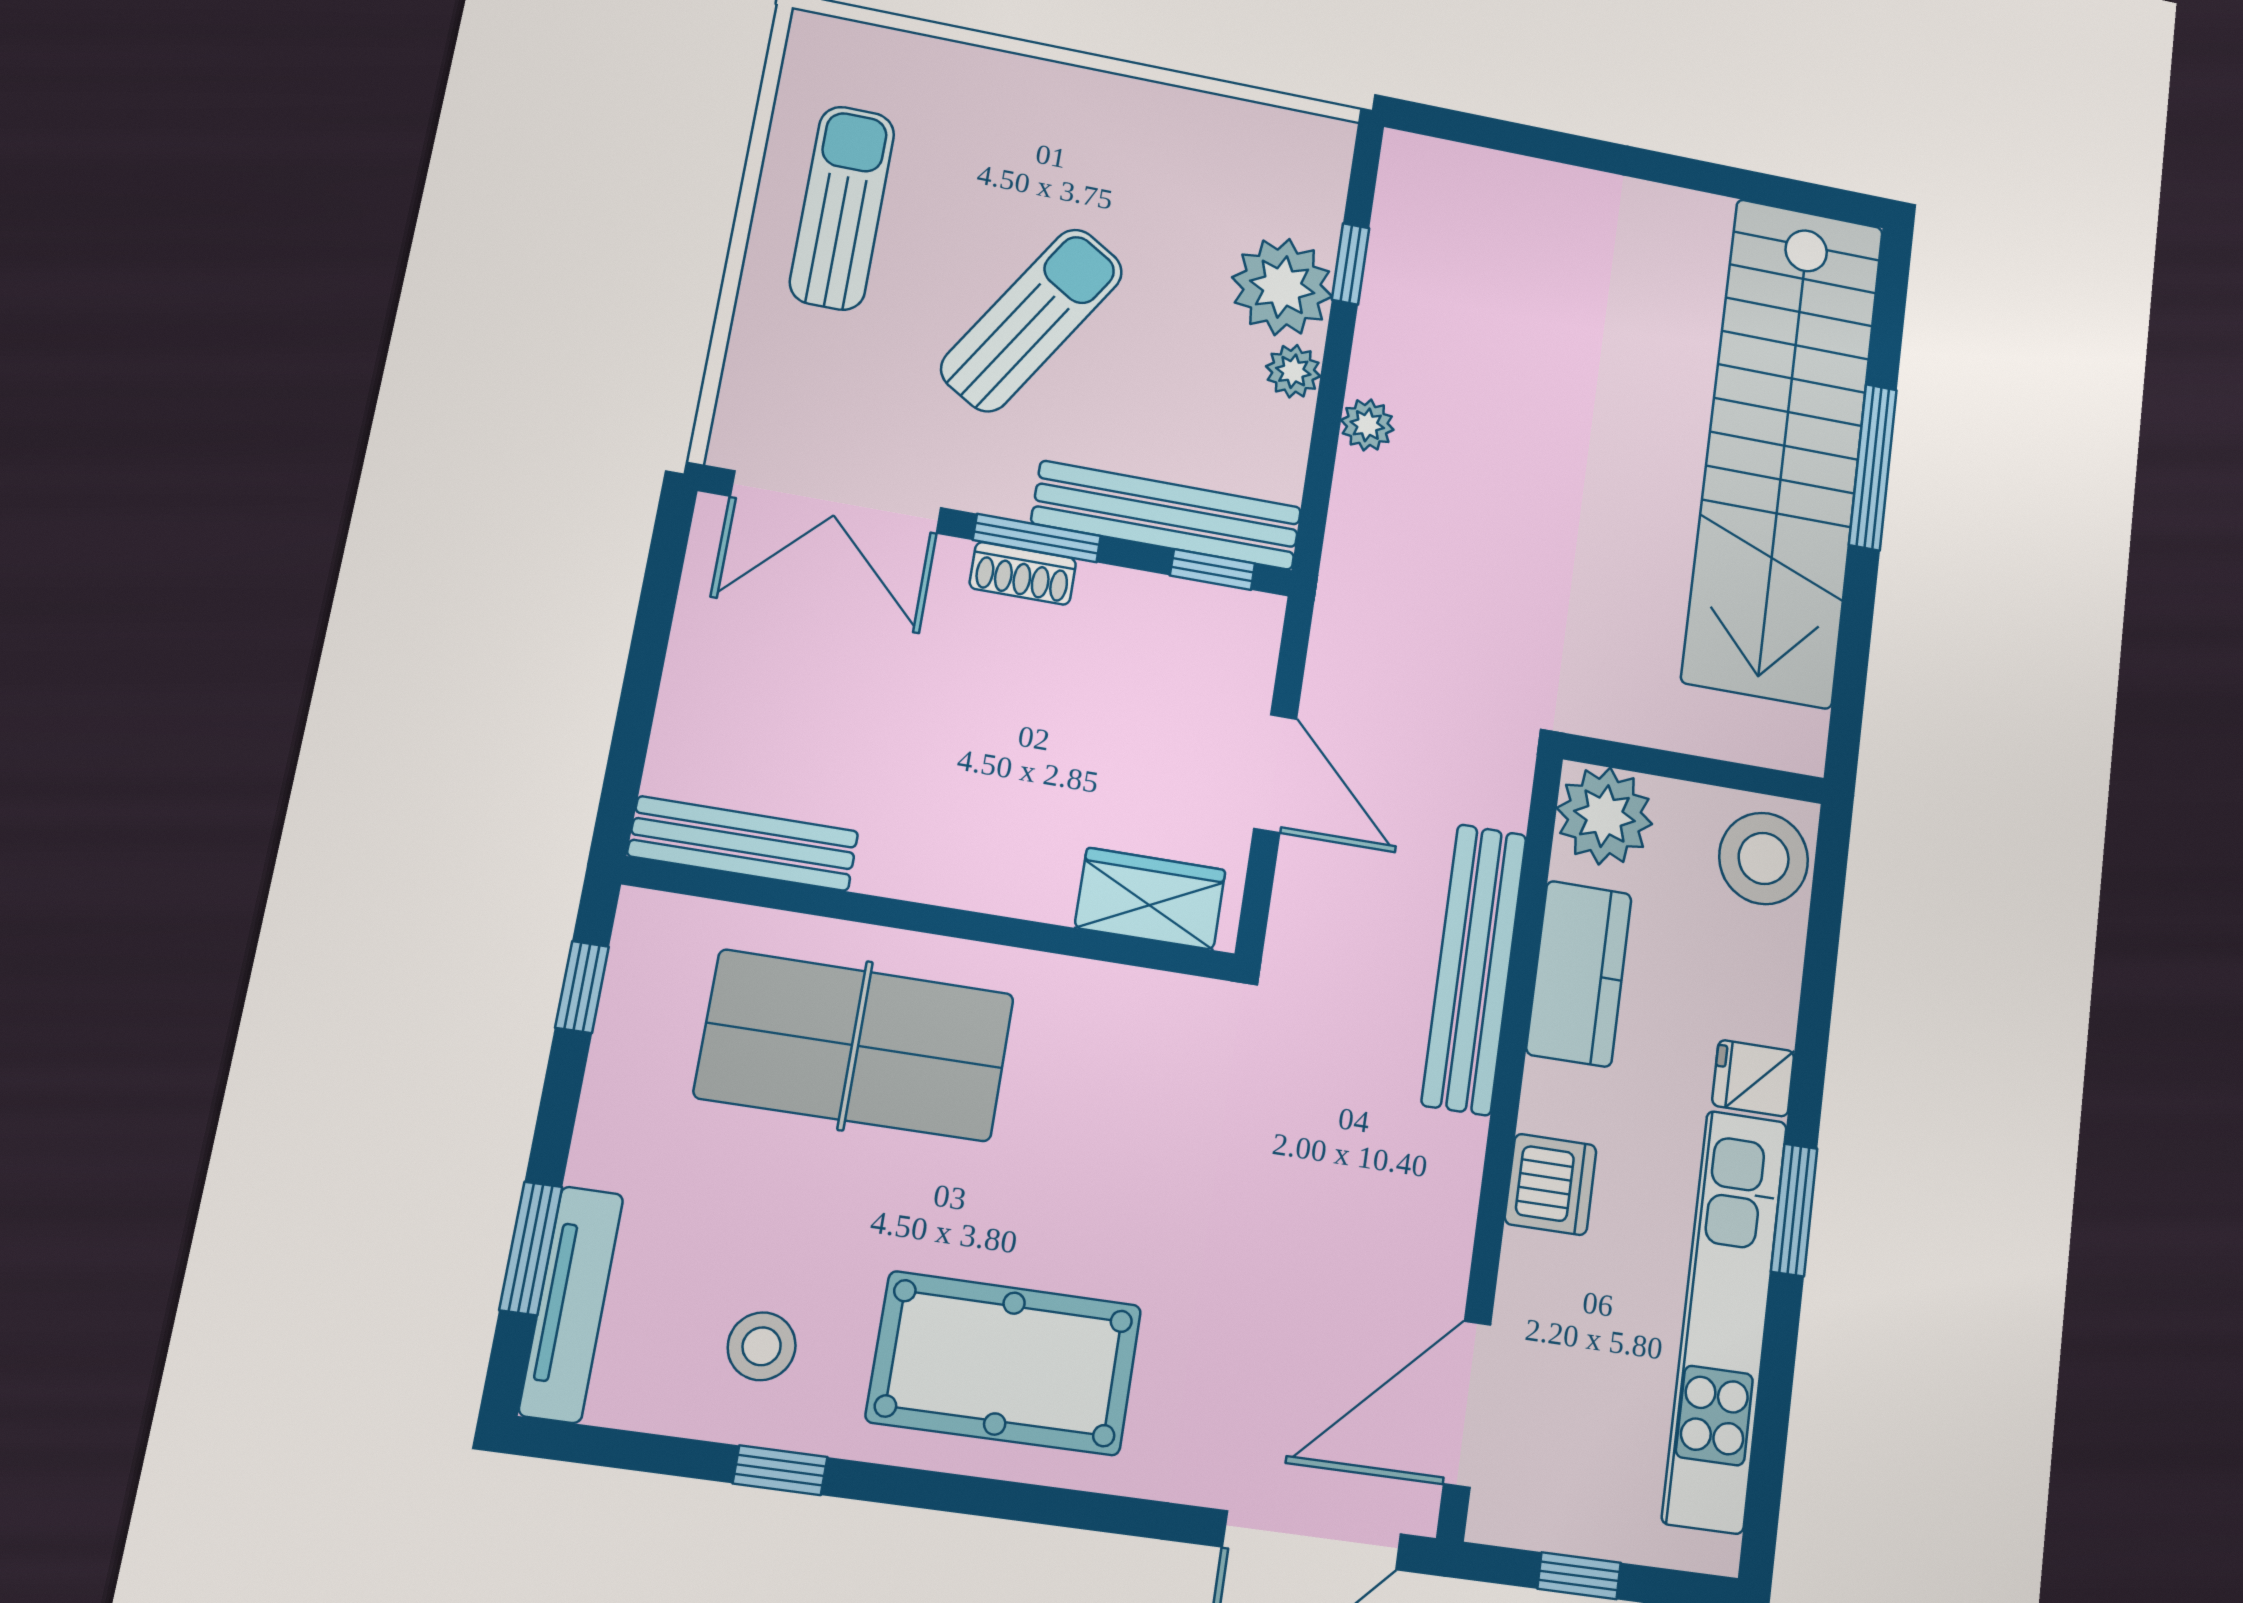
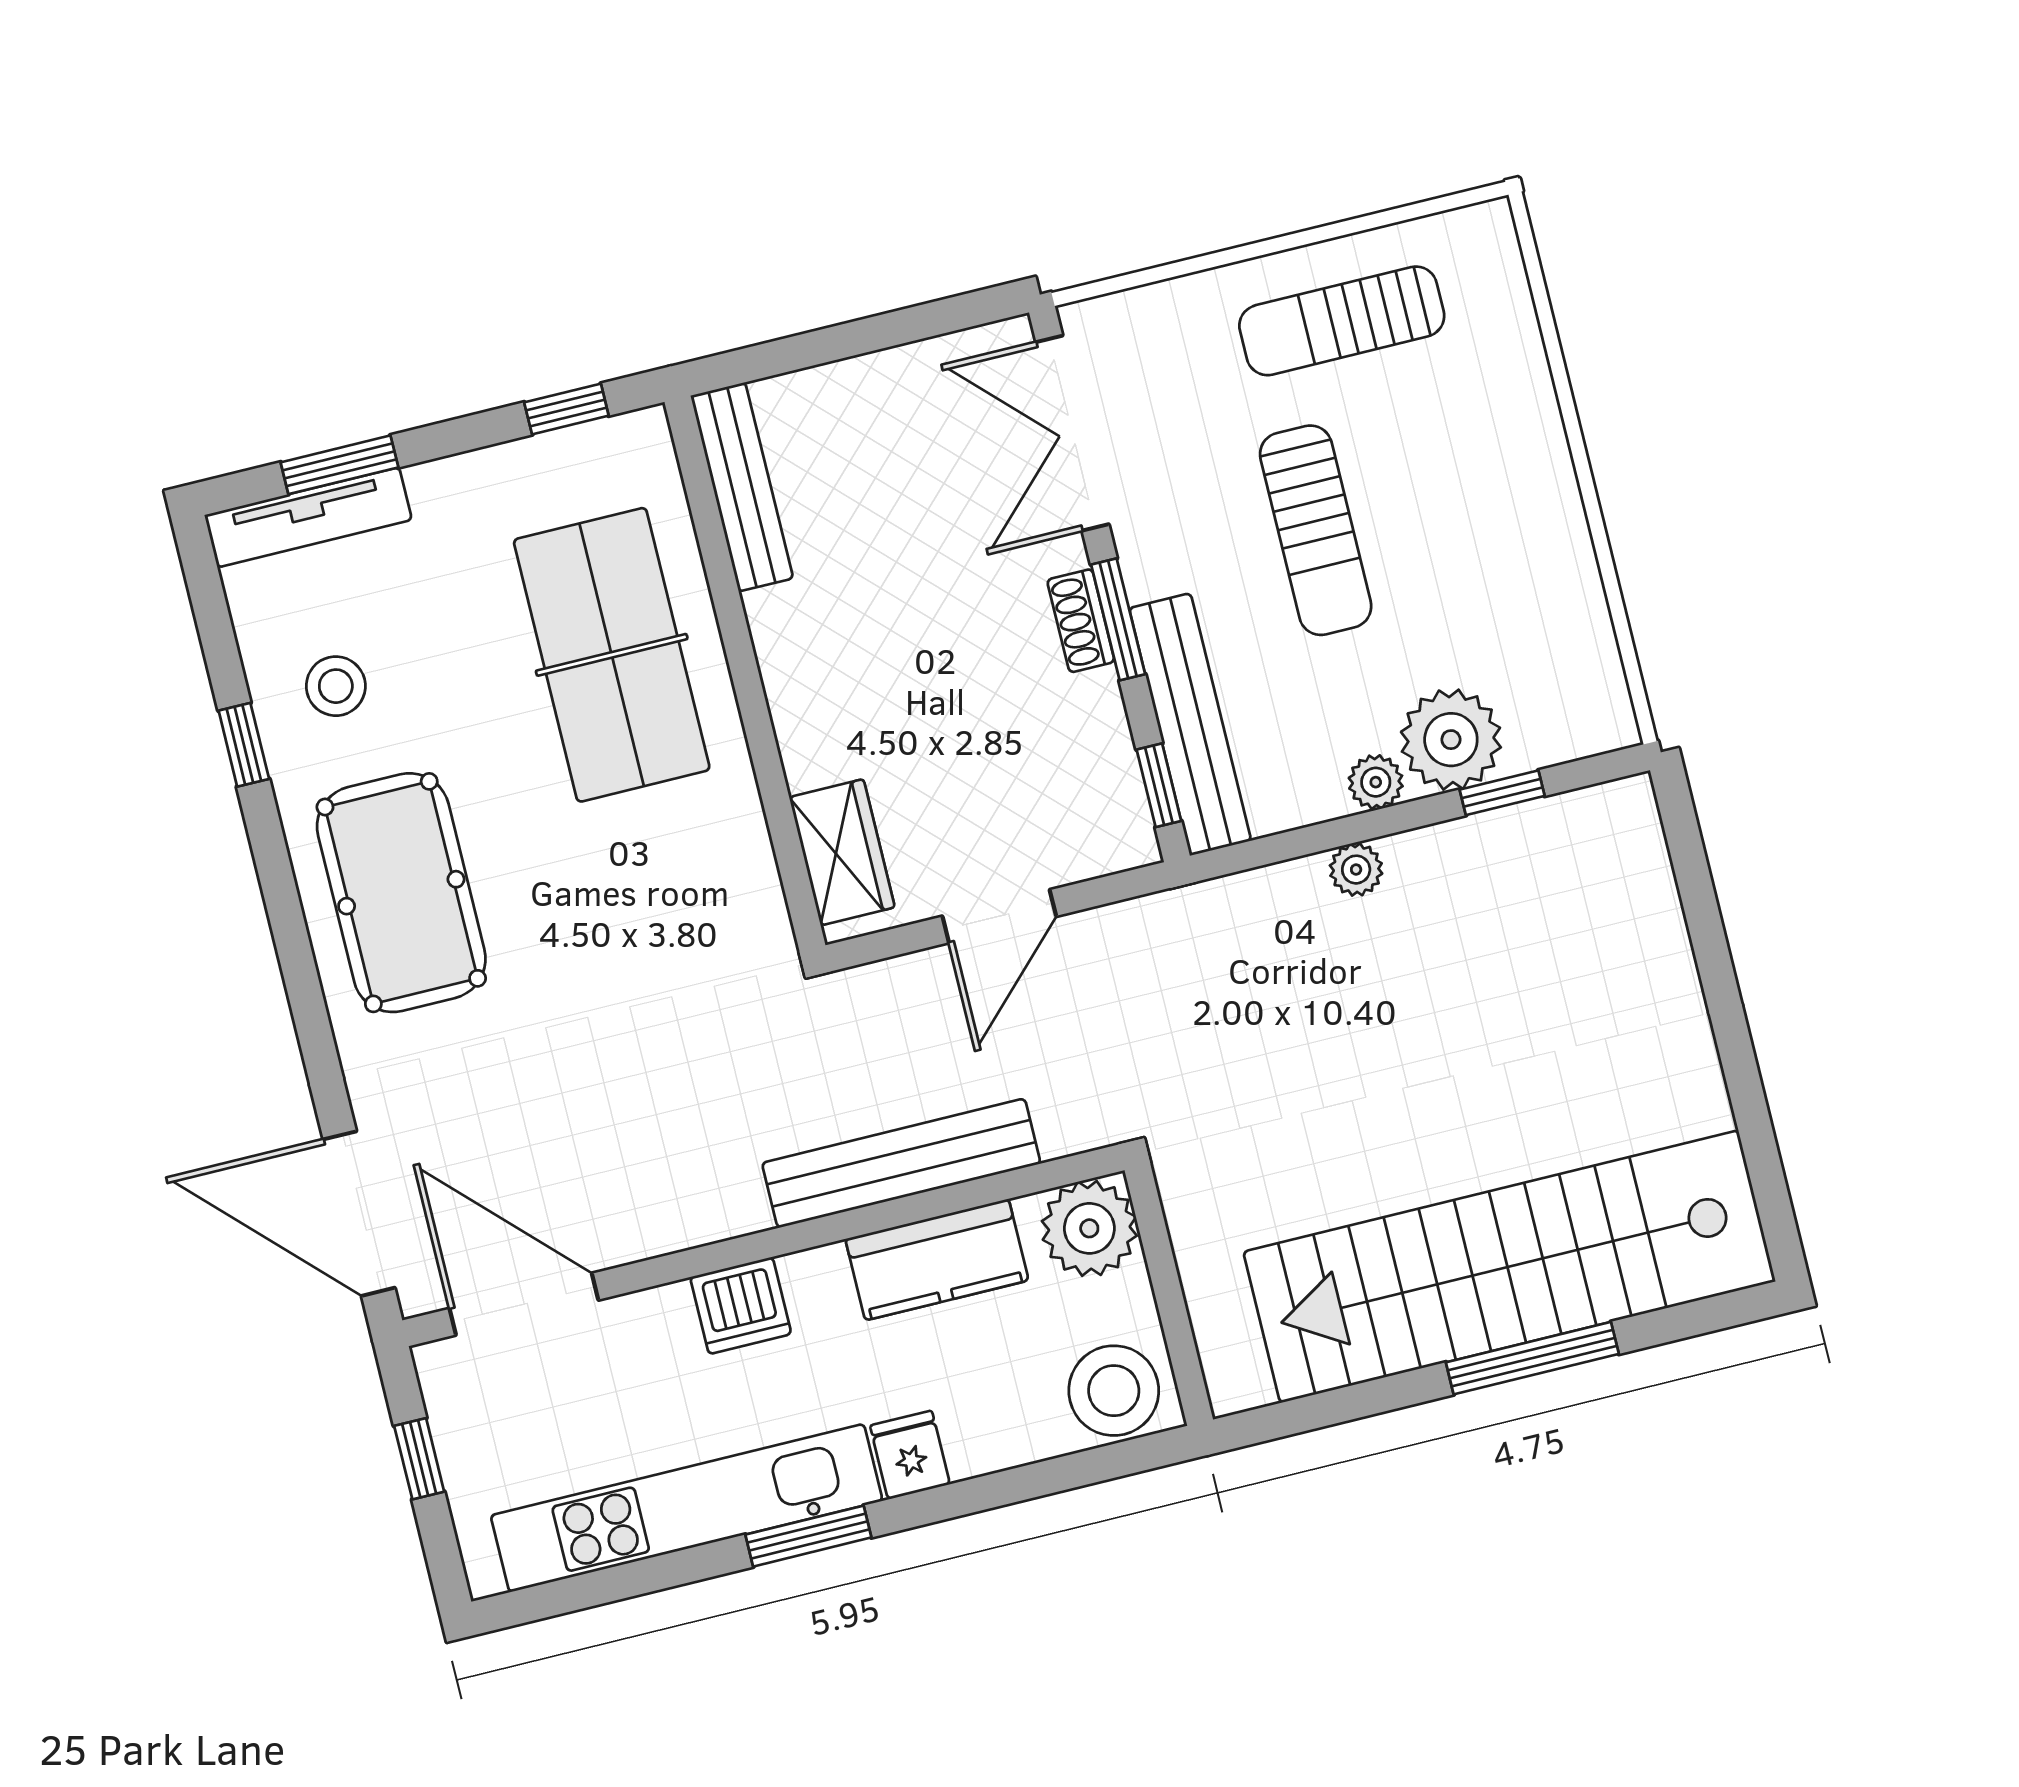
sun lounger: (842, 208) -> (1342, 321), turned 180
sun lounger: (1032, 320) -> (1316, 530), turned 58

